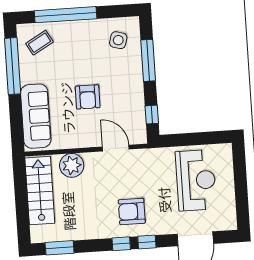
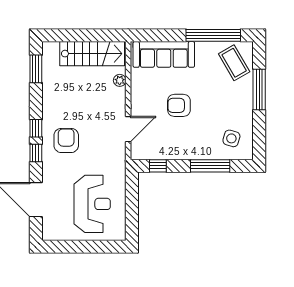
window: (66, 15) -> (259, 90), width x0.68
coffee table: (40, 43) -> (234, 63), width x1.36, depth x1.30
plant: (72, 165) -> (120, 80), width x0.53, depth x0.53
reception desk: (196, 180) -> (92, 204), turned -90

